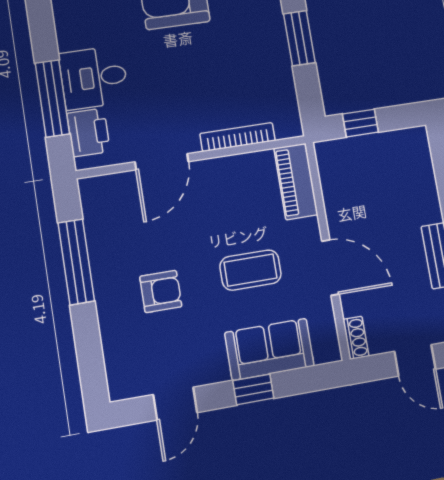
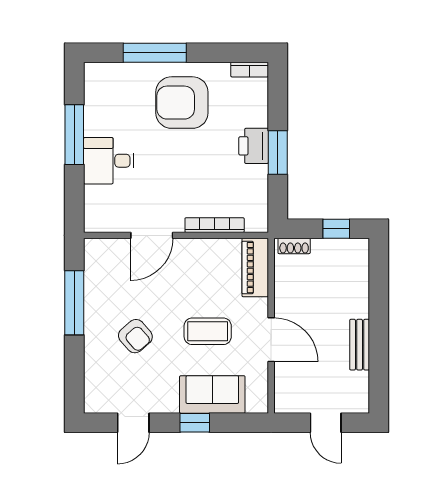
window: (52, 98) -> (74, 135), moved
window: (360, 123) -> (336, 229), moved
printer: (89, 132) -> (254, 146), moved, turned 180
armchair: (161, 291) -> (135, 336), turned 49
shoe rack: (356, 338) -> (294, 246), moved, turned 90

